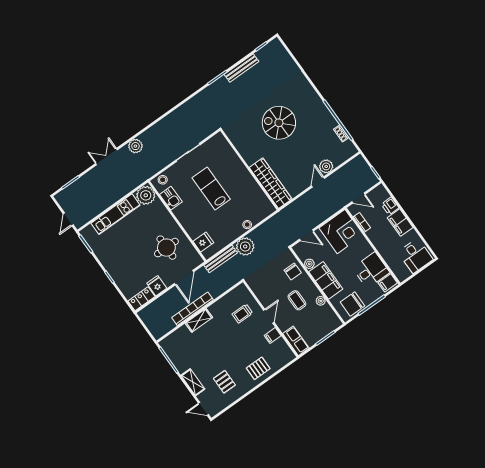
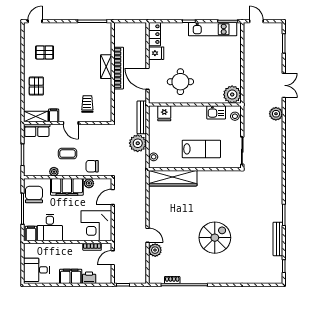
wall: (249, 170) -> (195, 169), moved
wardrobe: (271, 183) -> (173, 178), moved
kitchen unit: (116, 214) -> (213, 29), moved, turned -90
shelving: (193, 382) -> (36, 116), moved

